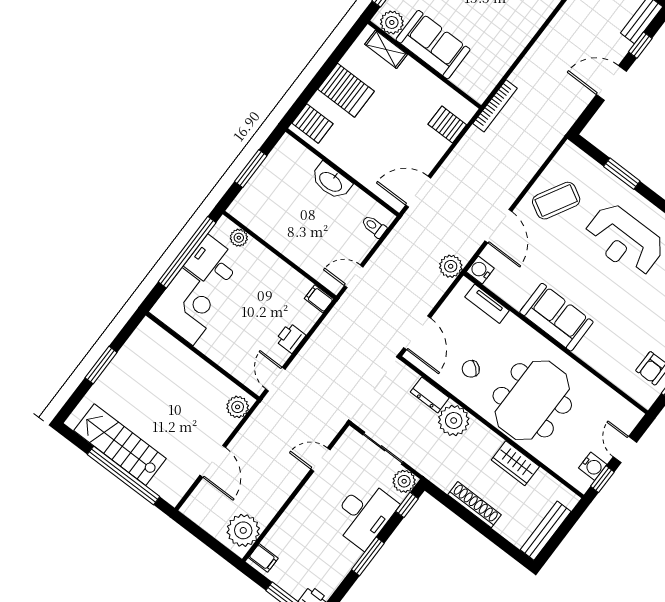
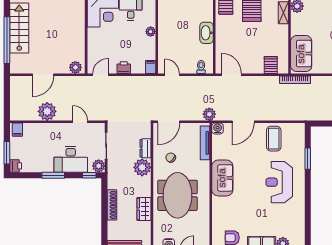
sofa: (433, 45) -> (301, 54), moved
coffee table: (556, 201) -> (274, 139), turned 61
plant: (239, 238) -> (151, 32), moved
tv unit: (487, 304) -> (205, 143), width x1.41
meeting table: (532, 400) -> (178, 195), turned 90
plant: (243, 530) -> (47, 111), moved

